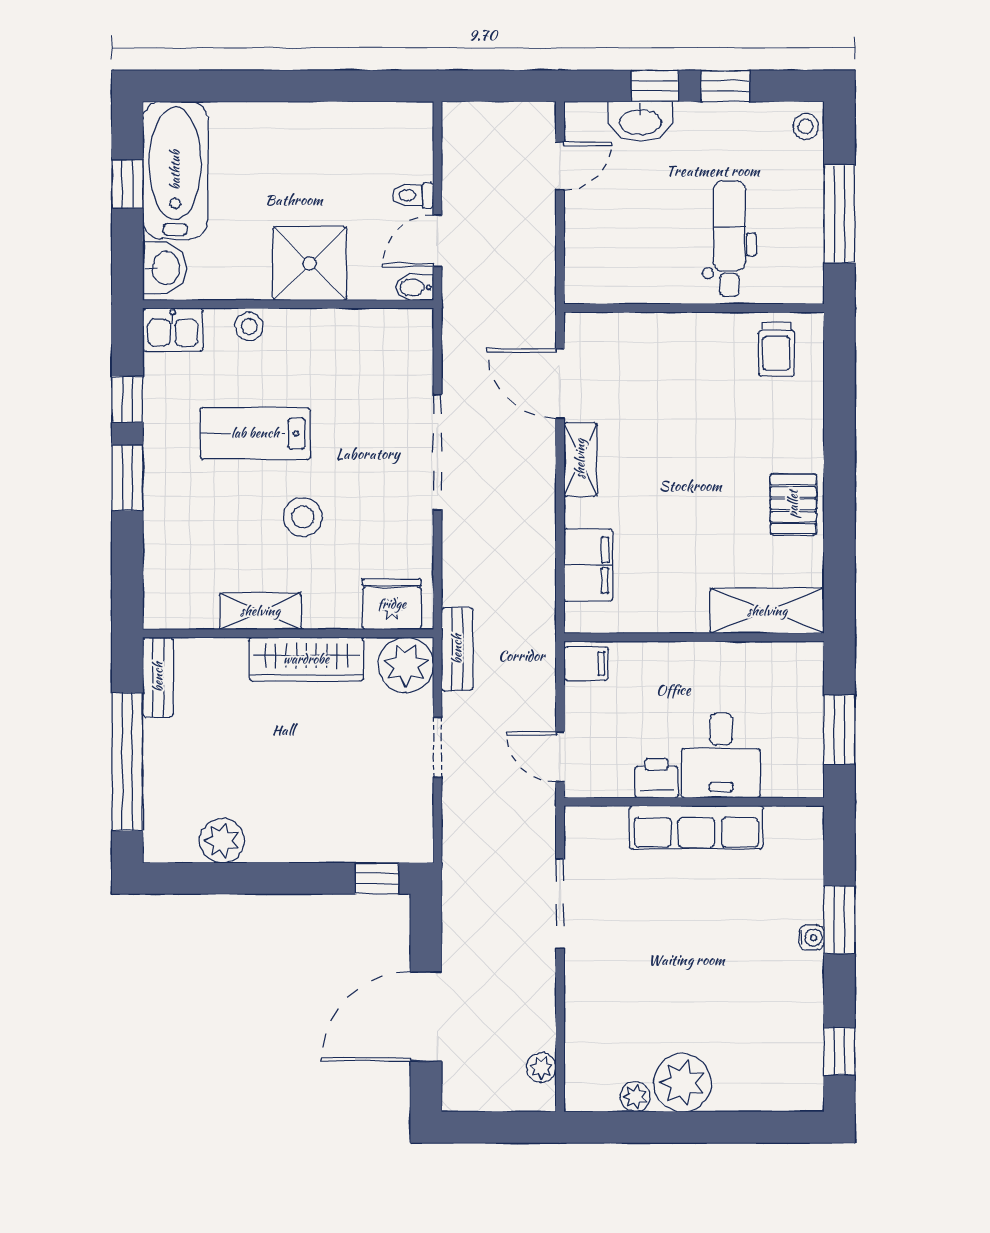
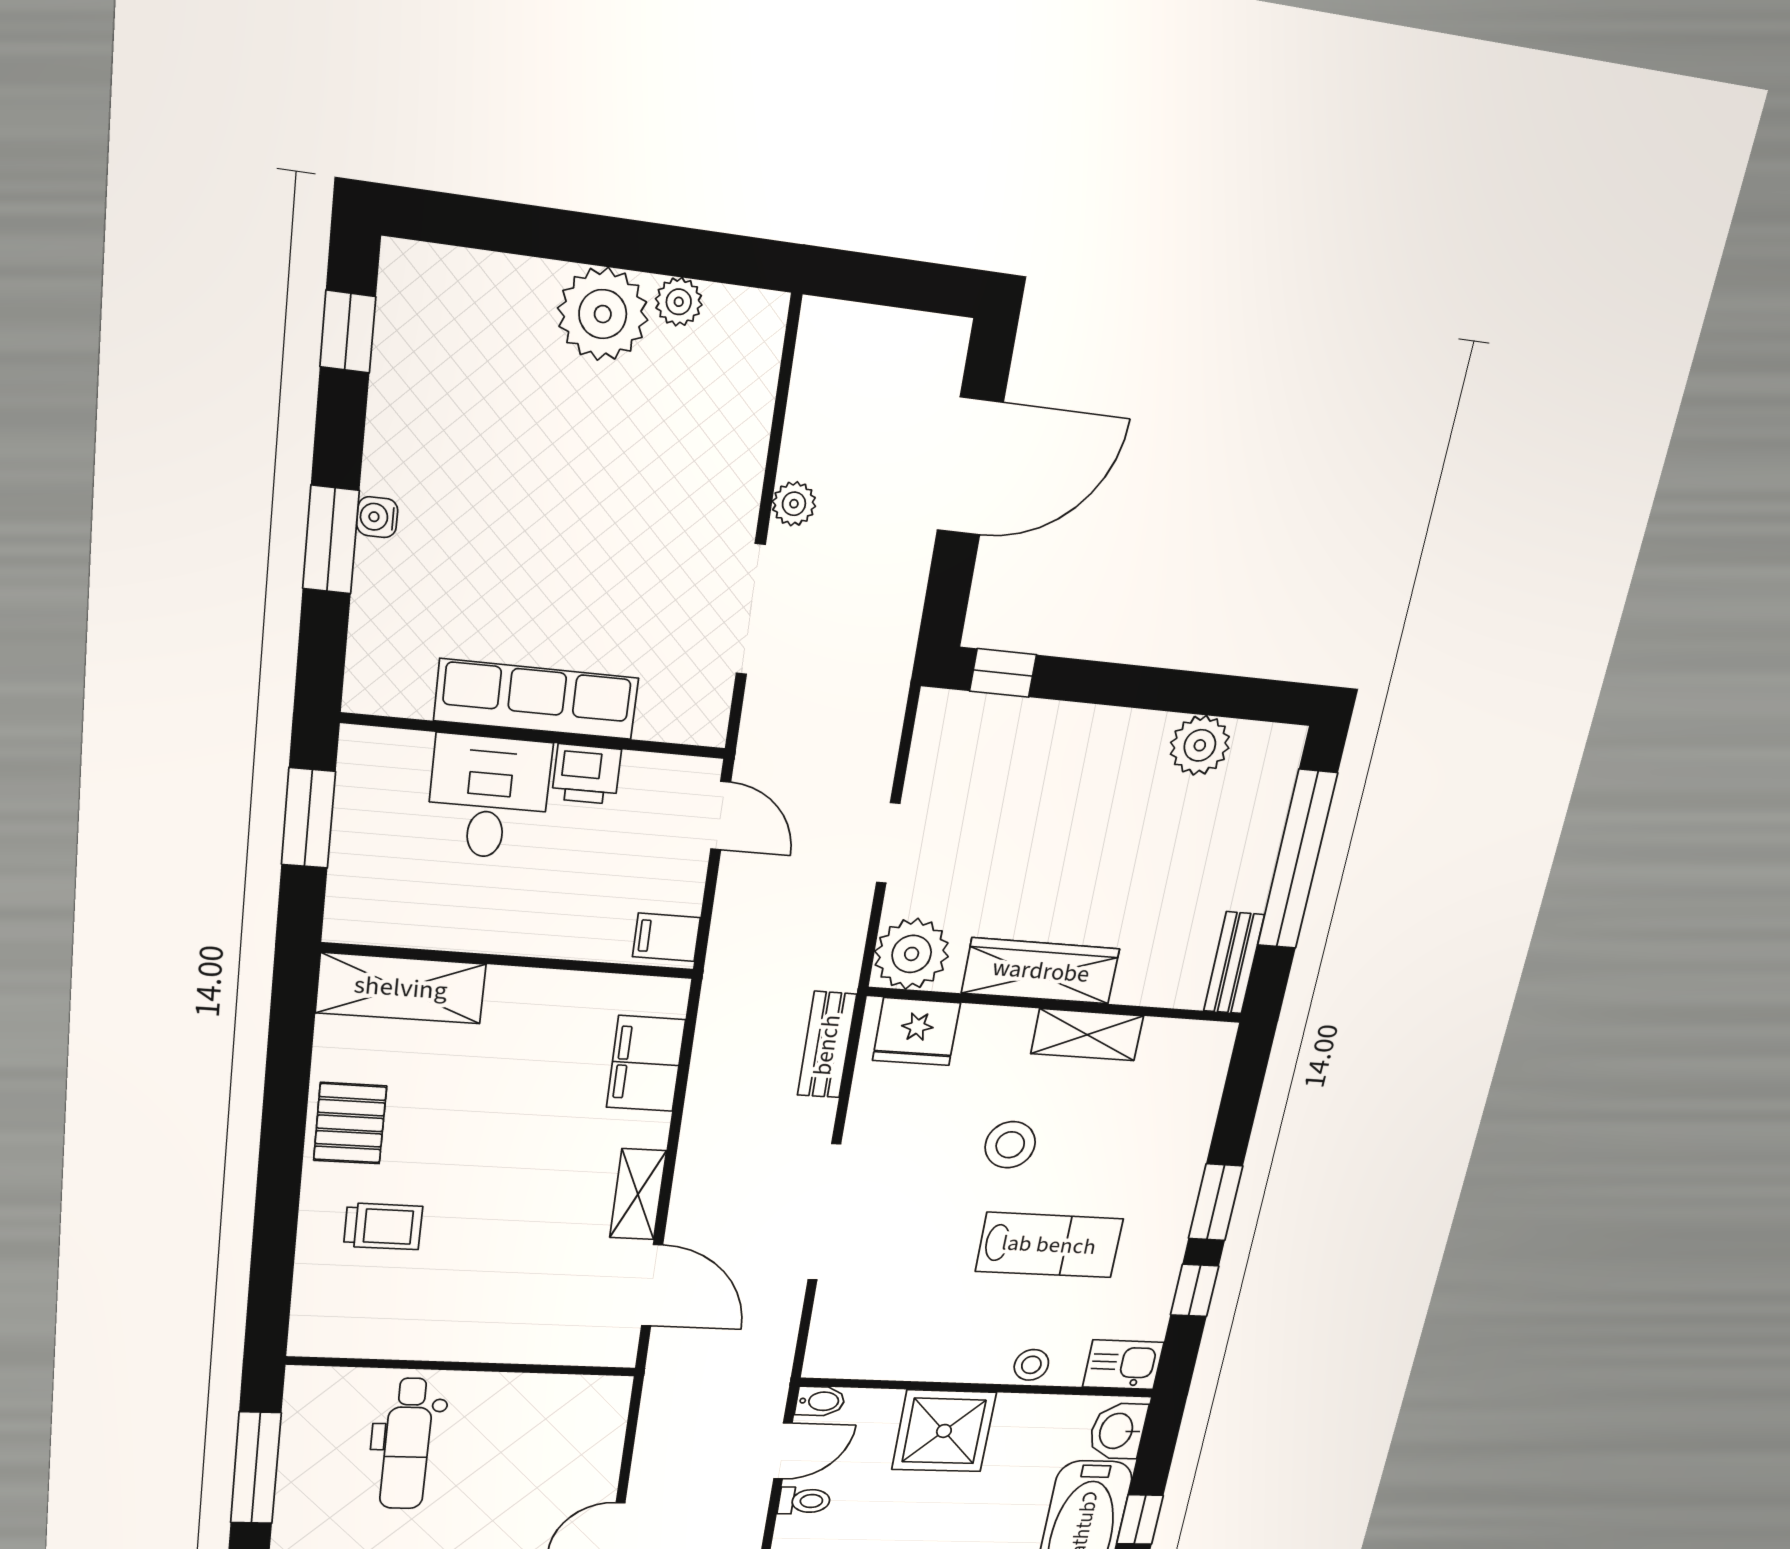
trolley: (776, 349) -> (383, 1226), moved, turned 90
bench: (457, 649) -> (827, 1045), moved
plant: (541, 1068) -> (794, 504), moved

